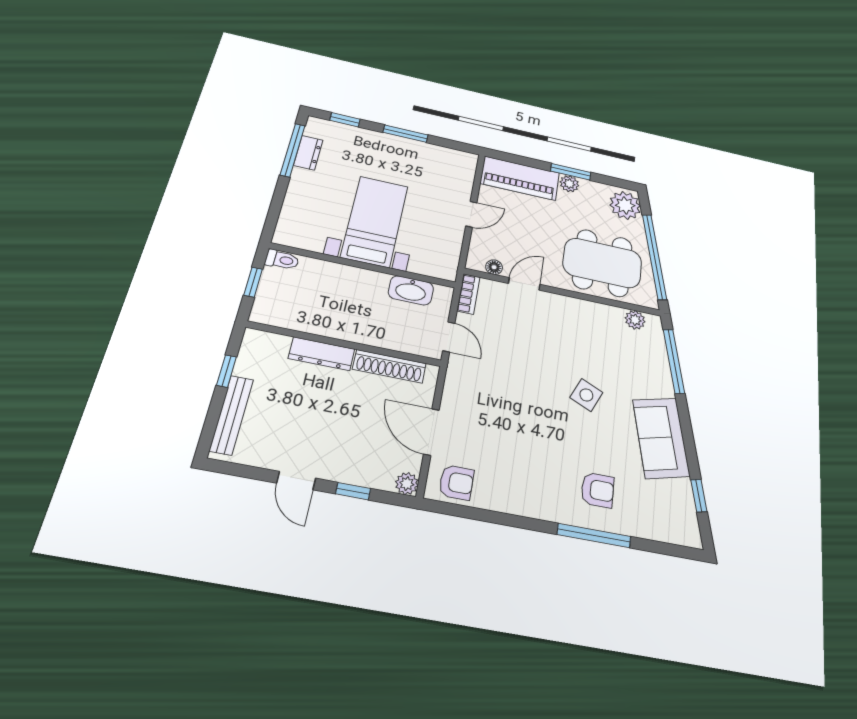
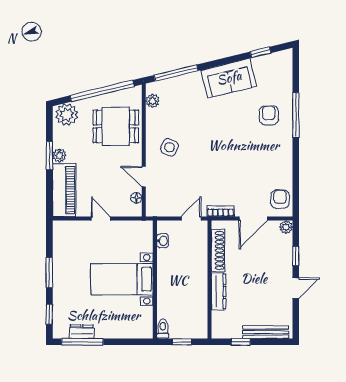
dining table: (602, 263) -> (116, 126), width x0.73
washbasin: (411, 290) -> (163, 241), width x0.52, depth x0.69
bookcase: (468, 294) -> (220, 211), moved
side table: (586, 395) -> (169, 147), moved

